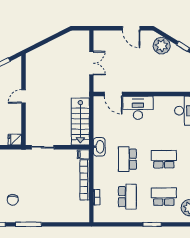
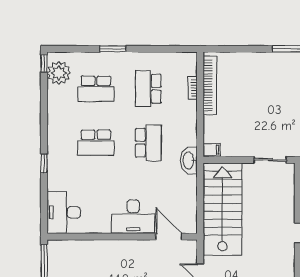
stairs: (80, 122) -> (222, 209), width x1.36, depth x1.51
bookcase: (85, 180) -> (210, 85), moved

